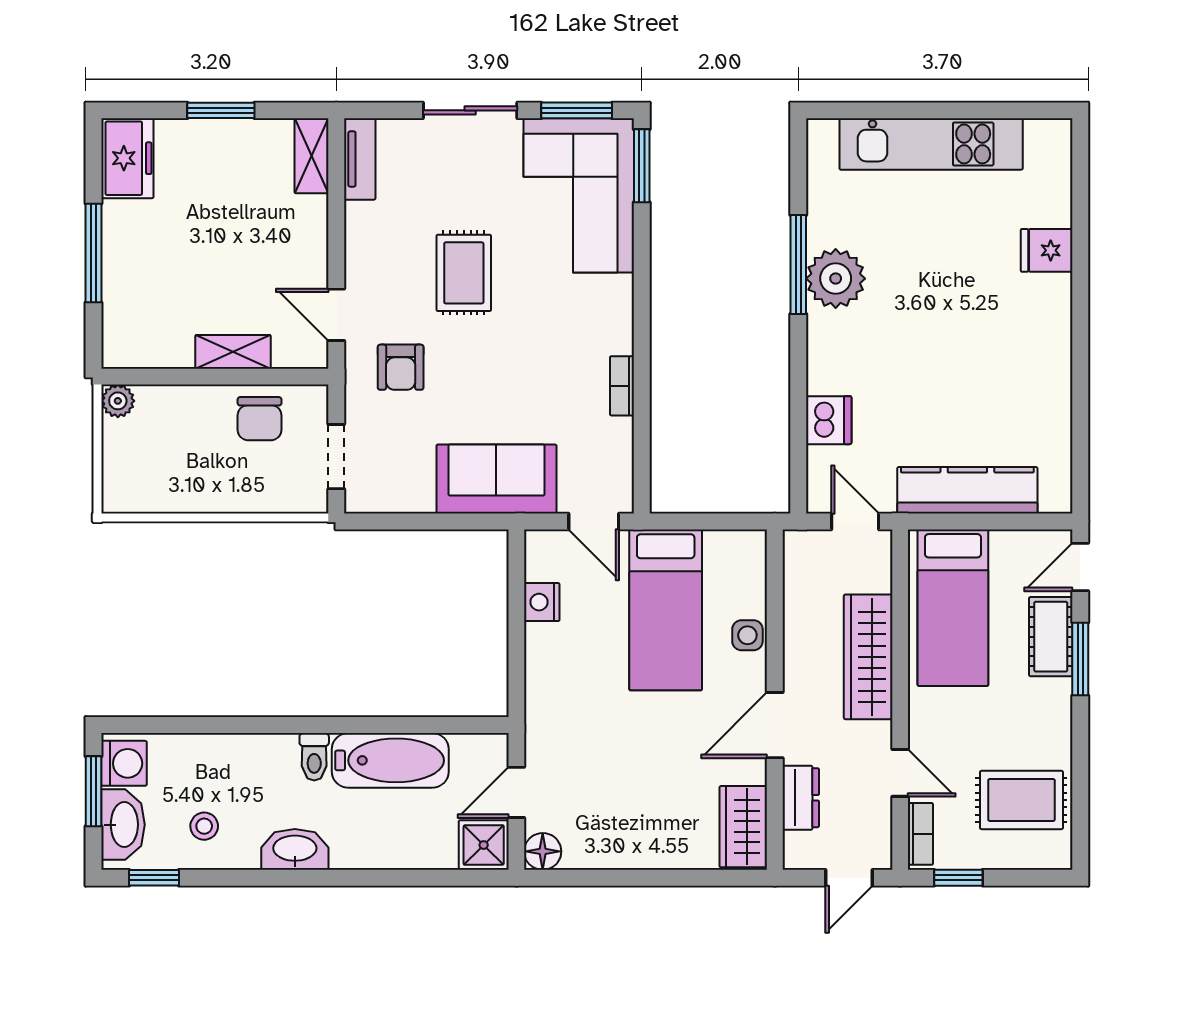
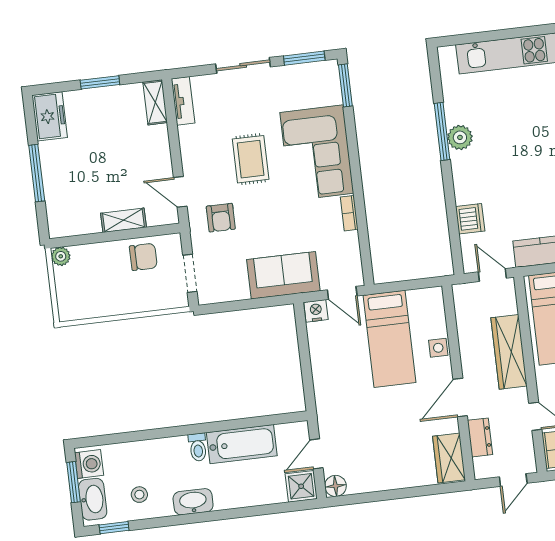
corner sofa: (579, 195) -> (317, 153), moved
plant: (836, 279) -> (460, 137), width x0.73, depth x0.73
chair: (260, 419) -> (143, 257), turned -90
nightstand: (542, 602) -> (316, 311), moved, turned 90

